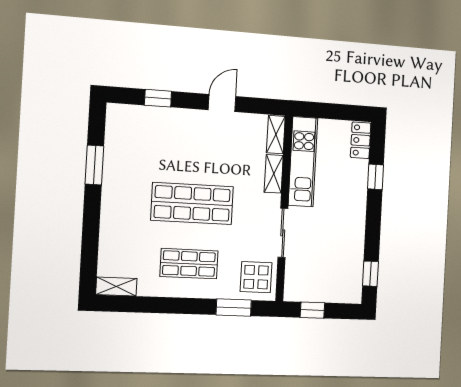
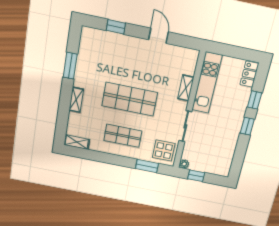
door: (222, 103) -> (158, 36), hinge flipped
shelving: (276, 135) -> (76, 100), moved
window: (370, 274) -> (247, 126), moved
plant: (291, 294) -> (184, 164), added

